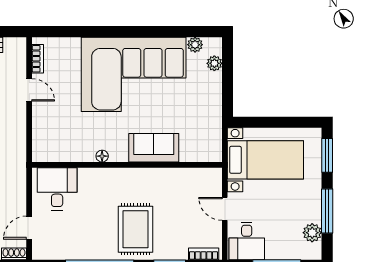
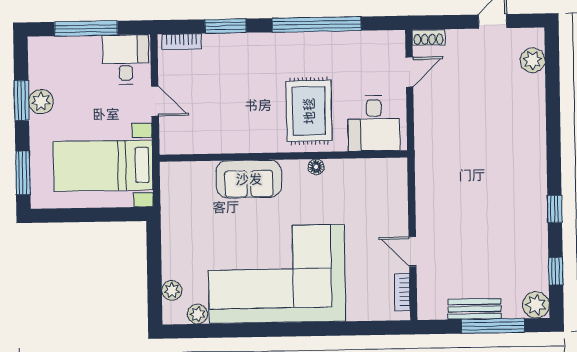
window: (327, 211) -> (22, 101), width x0.69
rug: (136, 229) -> (309, 111), moved
plant: (312, 233) -> (41, 102), moved

